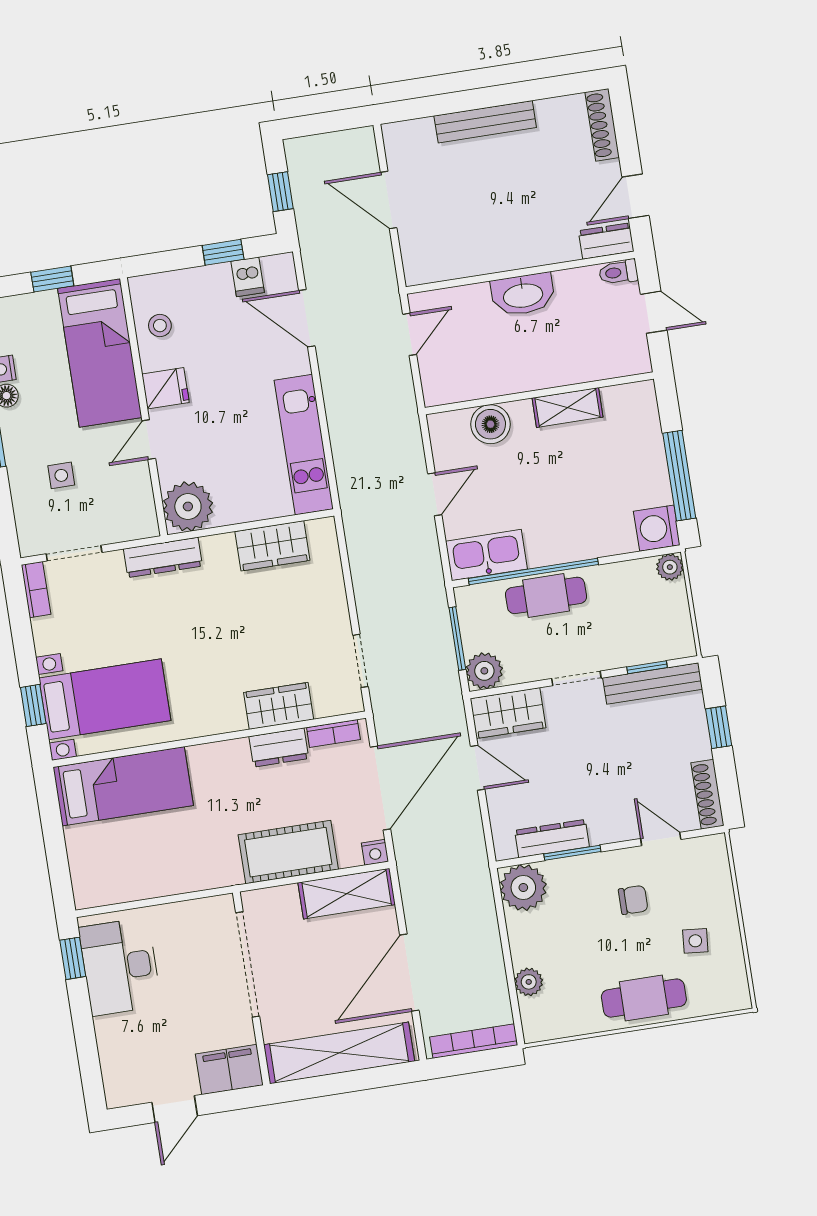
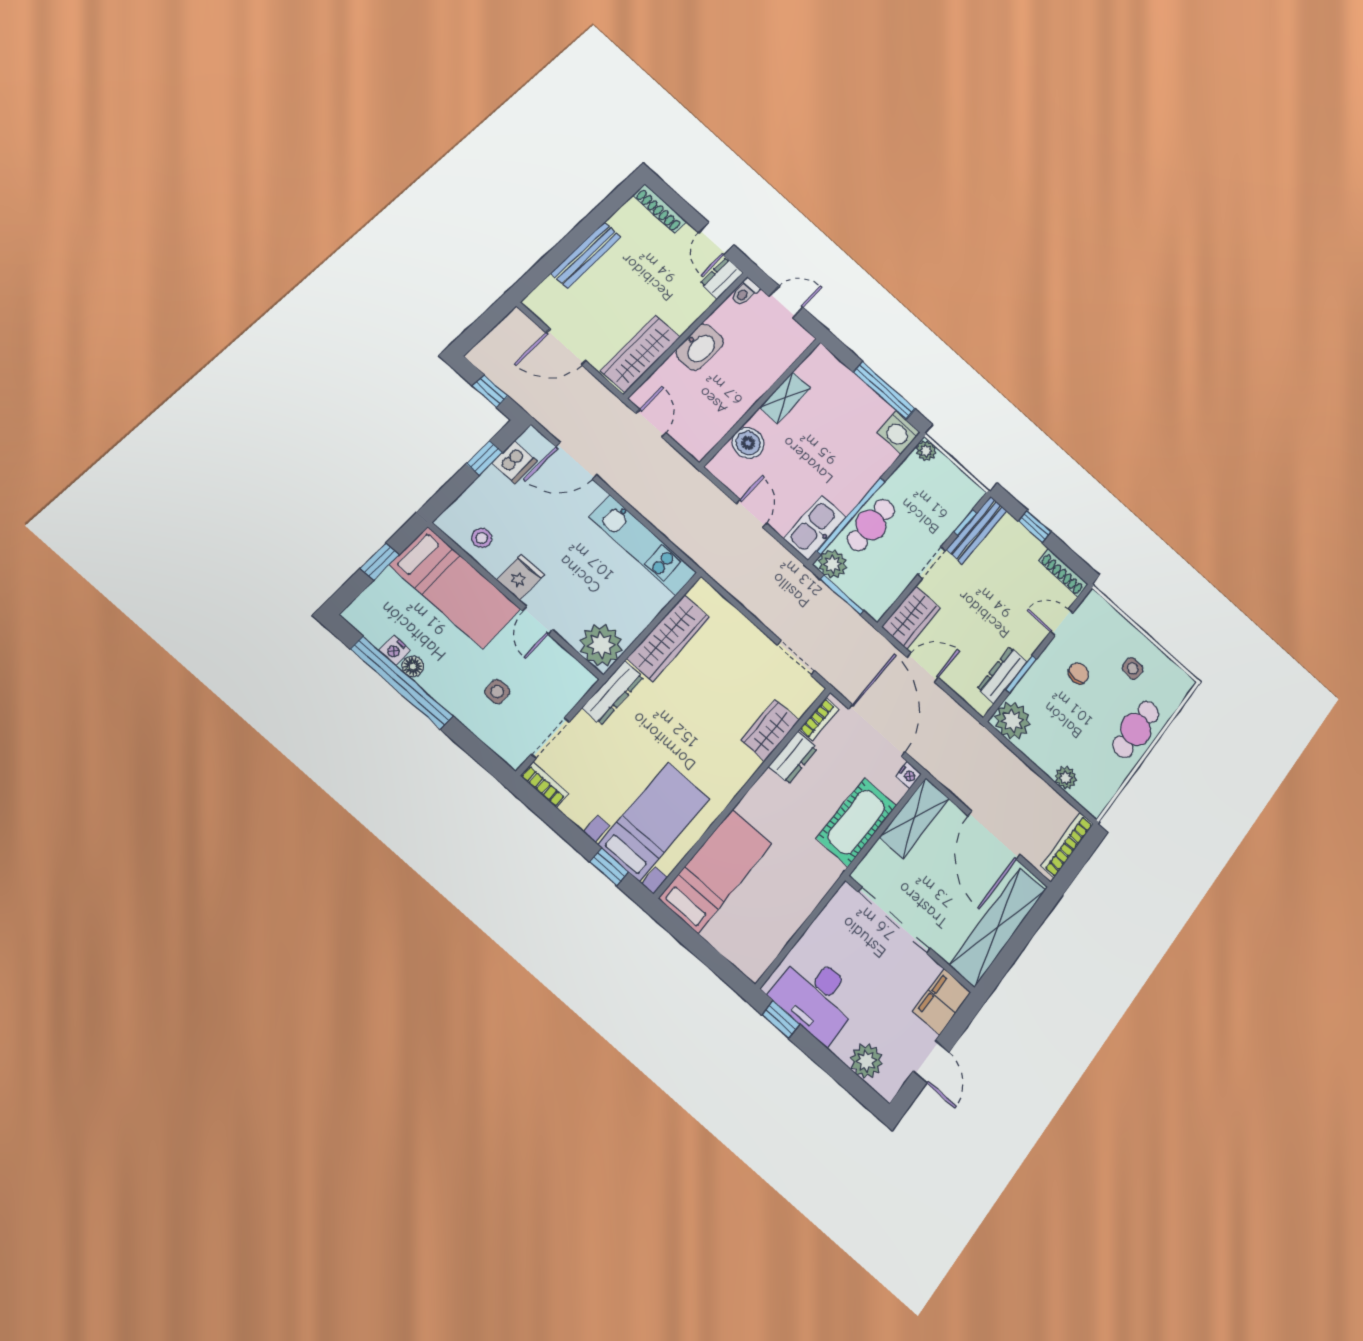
wardrobe: (457, 259) -> (640, 354), added
dishwasher: (248, 277) -> (515, 462), width x1.38
wardrobe: (272, 546) -> (668, 638), width x1.50
plant: (484, 671) -> (833, 564), moved
plant: (118, 1057) -> (866, 1061), added

